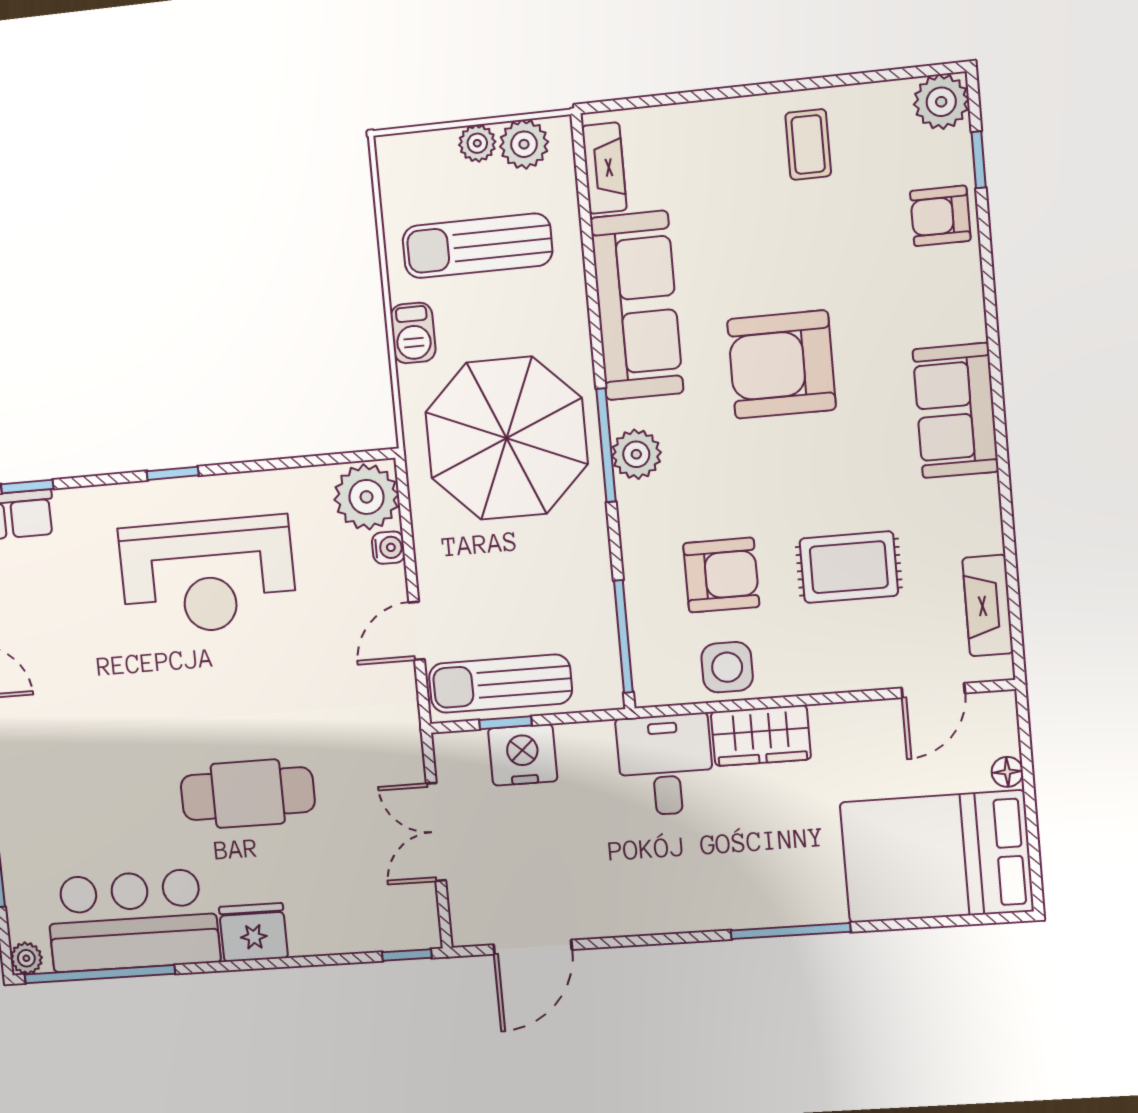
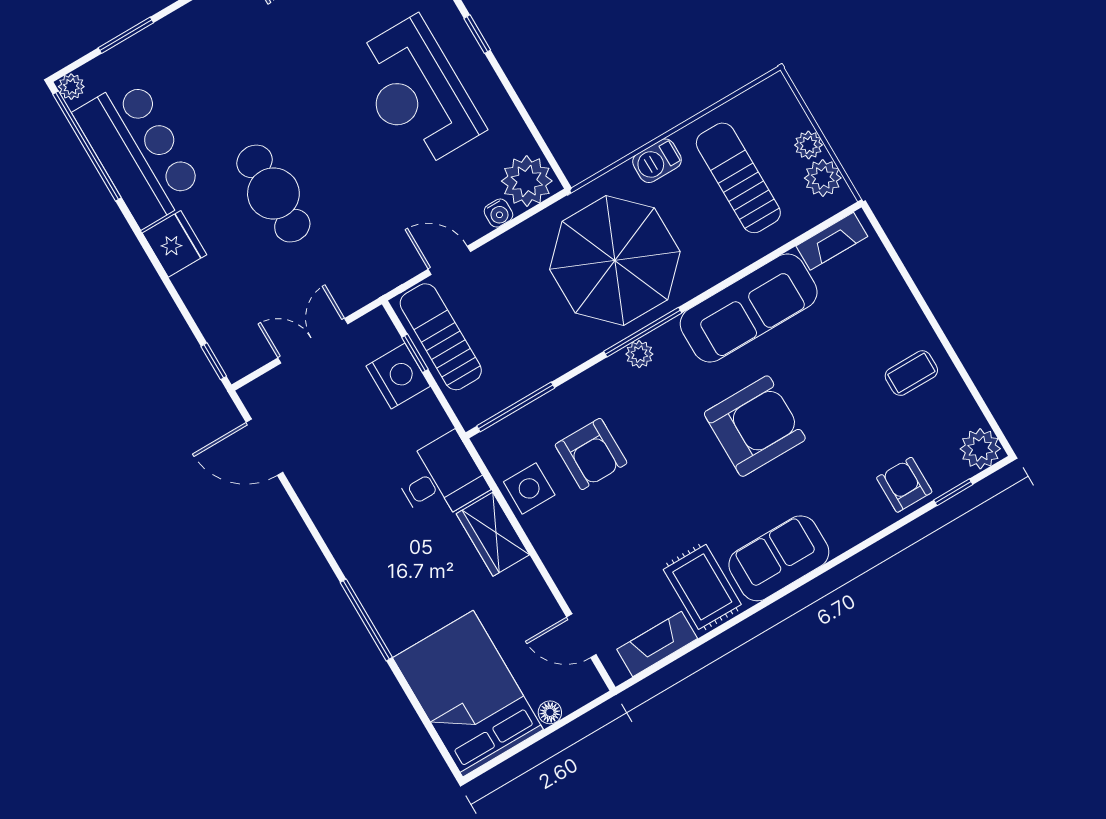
armchair: (781, 364) -> (755, 426), turned 90
plant: (636, 454) -> (639, 354), width x0.73, depth x0.73
rug: (849, 567) -> (702, 587), moved

